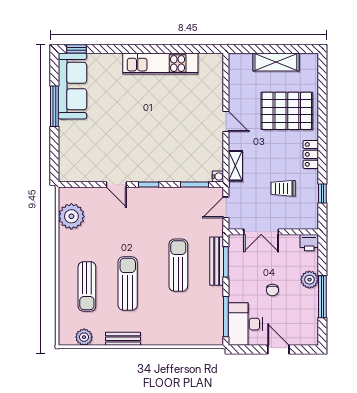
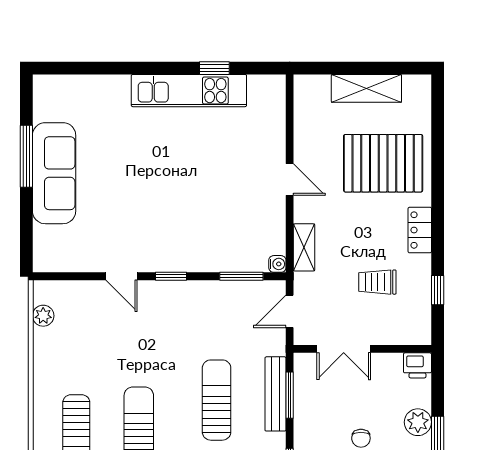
window: (77, 49) -> (214, 68), moved
sofa: (72, 86) -> (54, 173), moved
plant: (71, 216) -> (43, 316), width x0.53, depth x0.53

